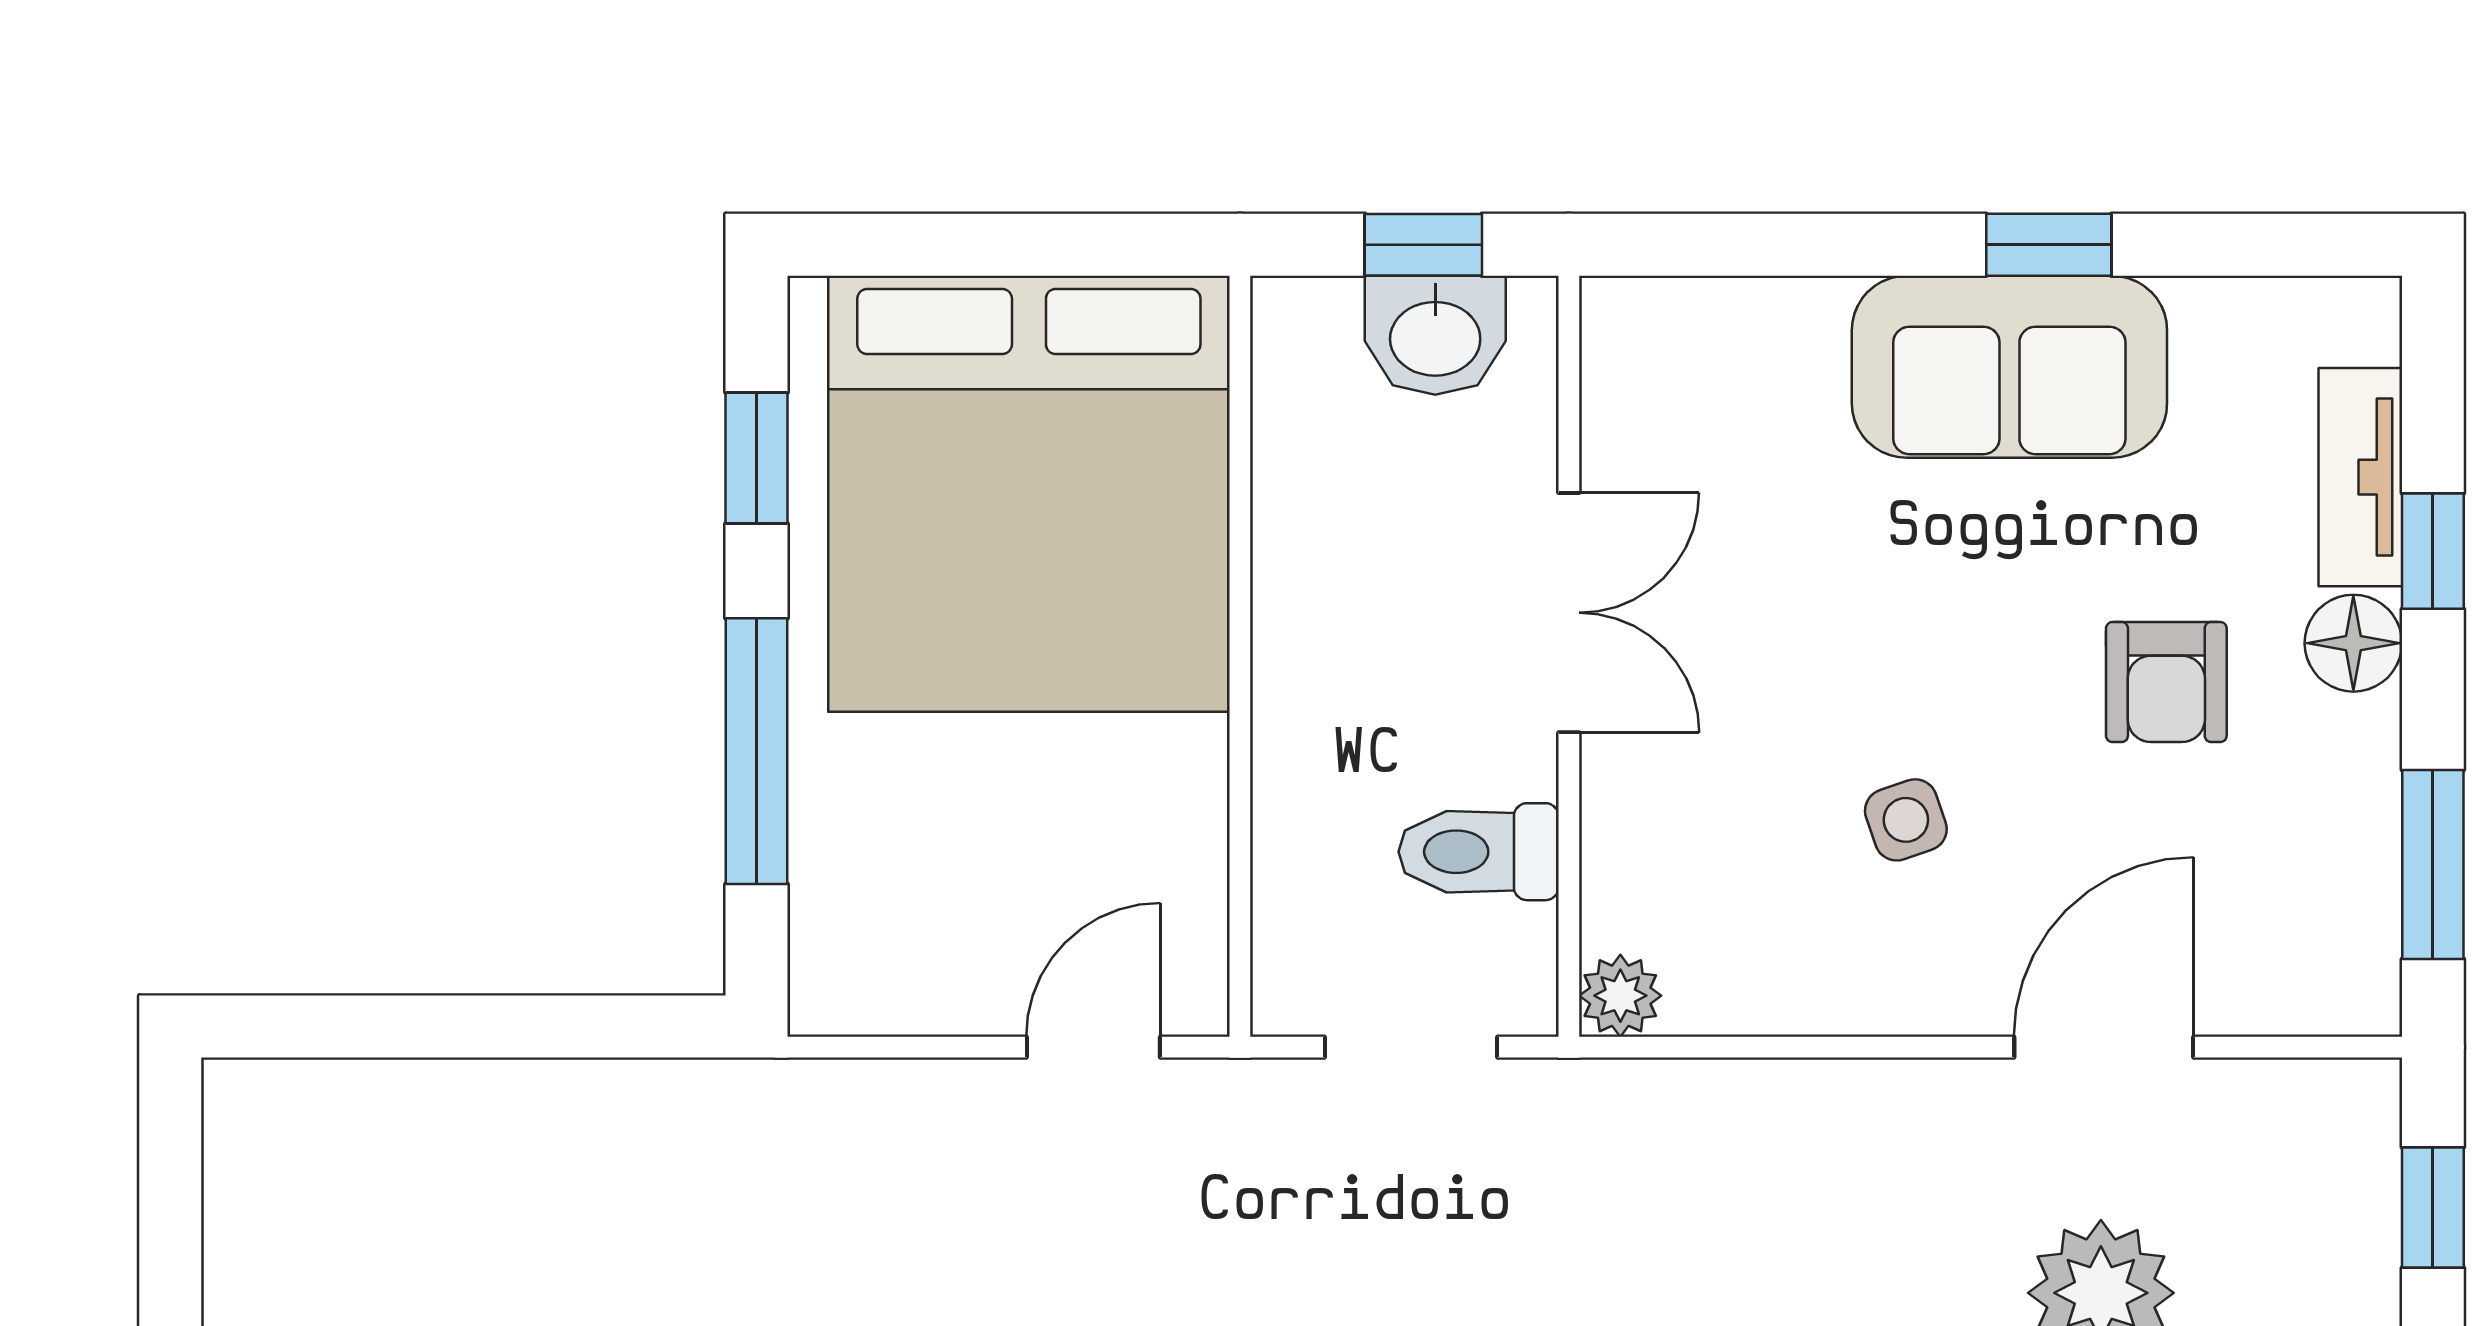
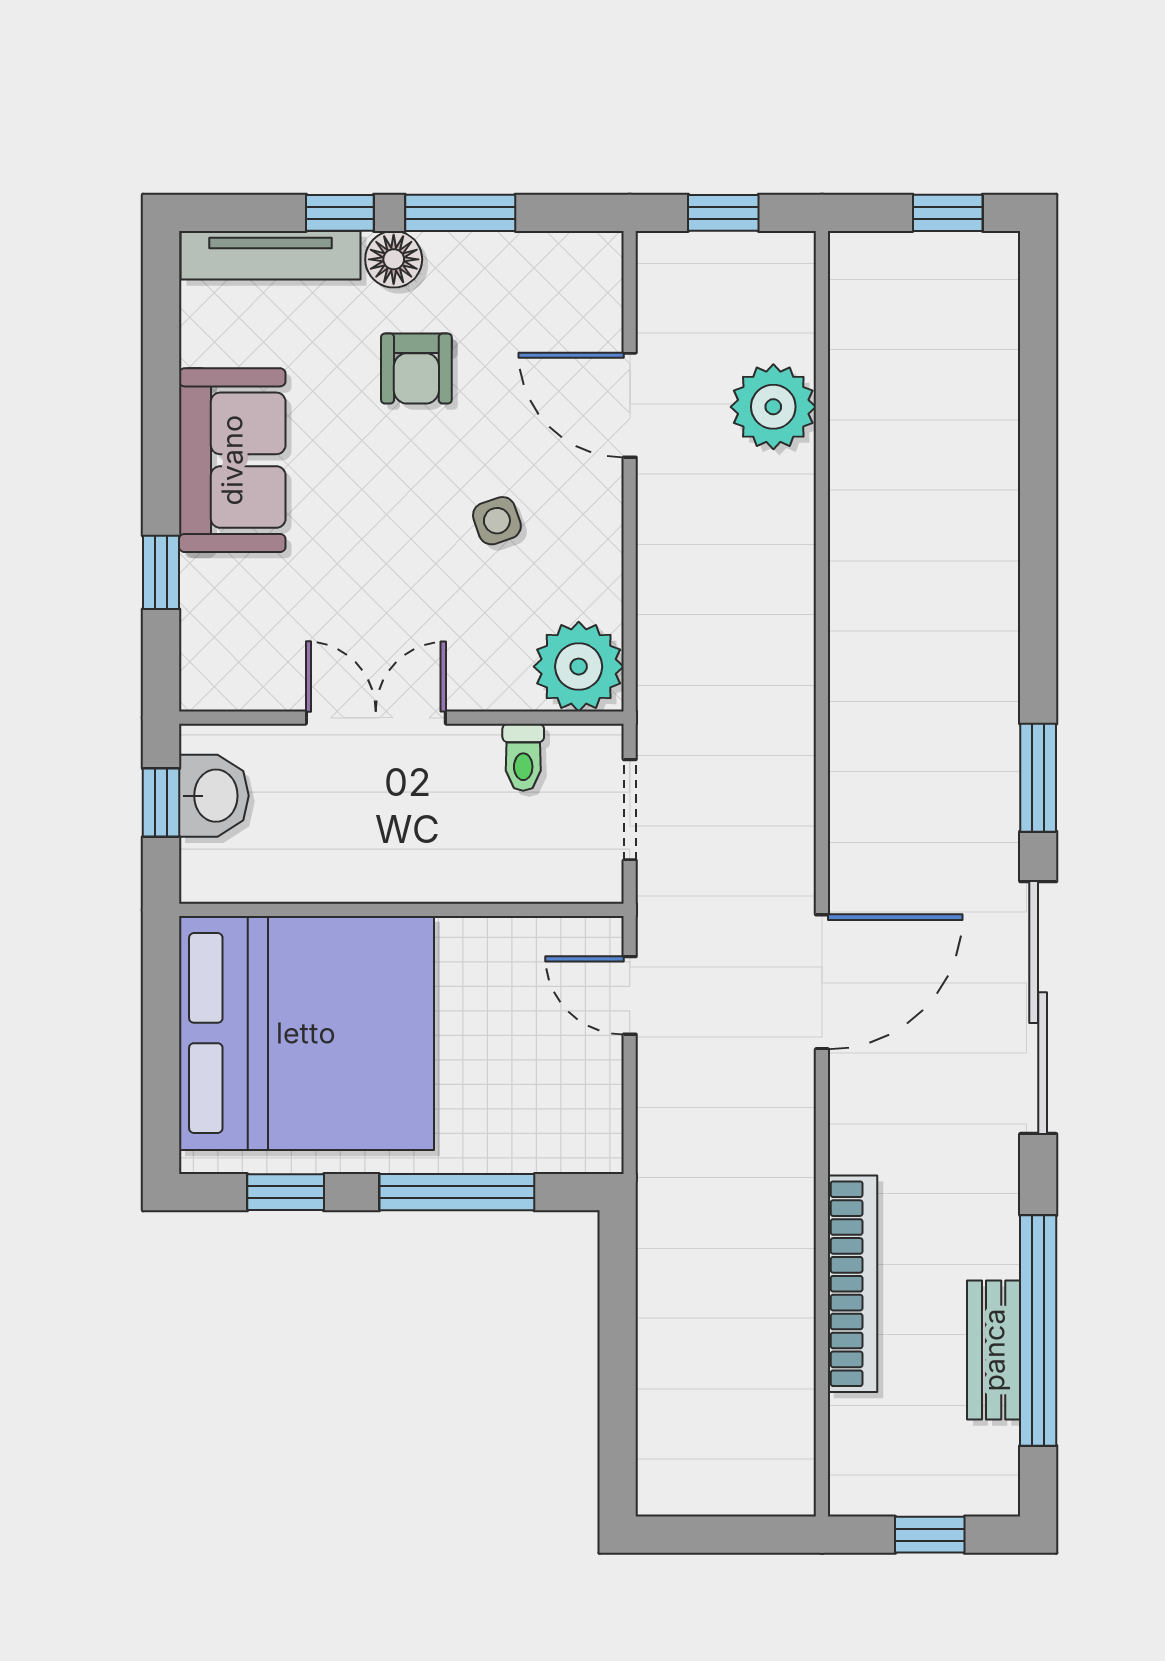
window: (2049, 245) -> (161, 572), moved
tv unit: (2360, 477) -> (271, 255), width x1.41
armchair: (2166, 682) -> (416, 369), turned 90
toilet: (1479, 852) -> (523, 757), width x0.73, depth x0.72
window: (2433, 865) -> (460, 213), moved
plant: (1620, 996) -> (579, 667), width x1.88, depth x1.88

